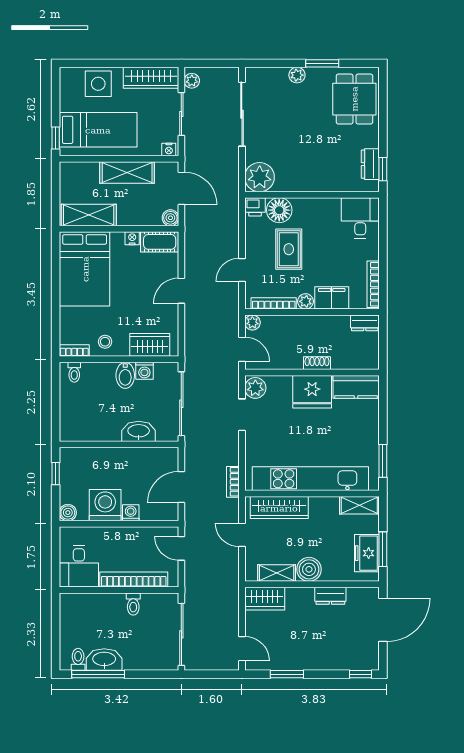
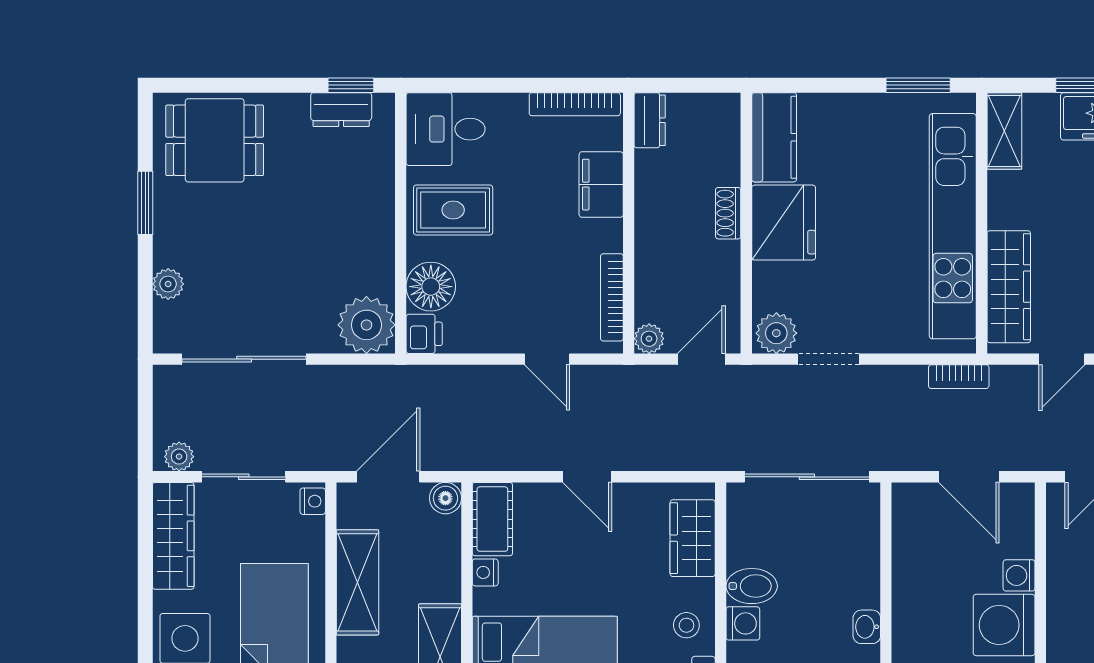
plant: (297, 75) -> (168, 284), moved
rug: (289, 249) -> (453, 210), moved
plant: (305, 301) -> (608, 236), removed
washing machine: (144, 371) -> (743, 623), moved
washbasin: (139, 431) -> (867, 627), moved, width x0.52, depth x0.69

